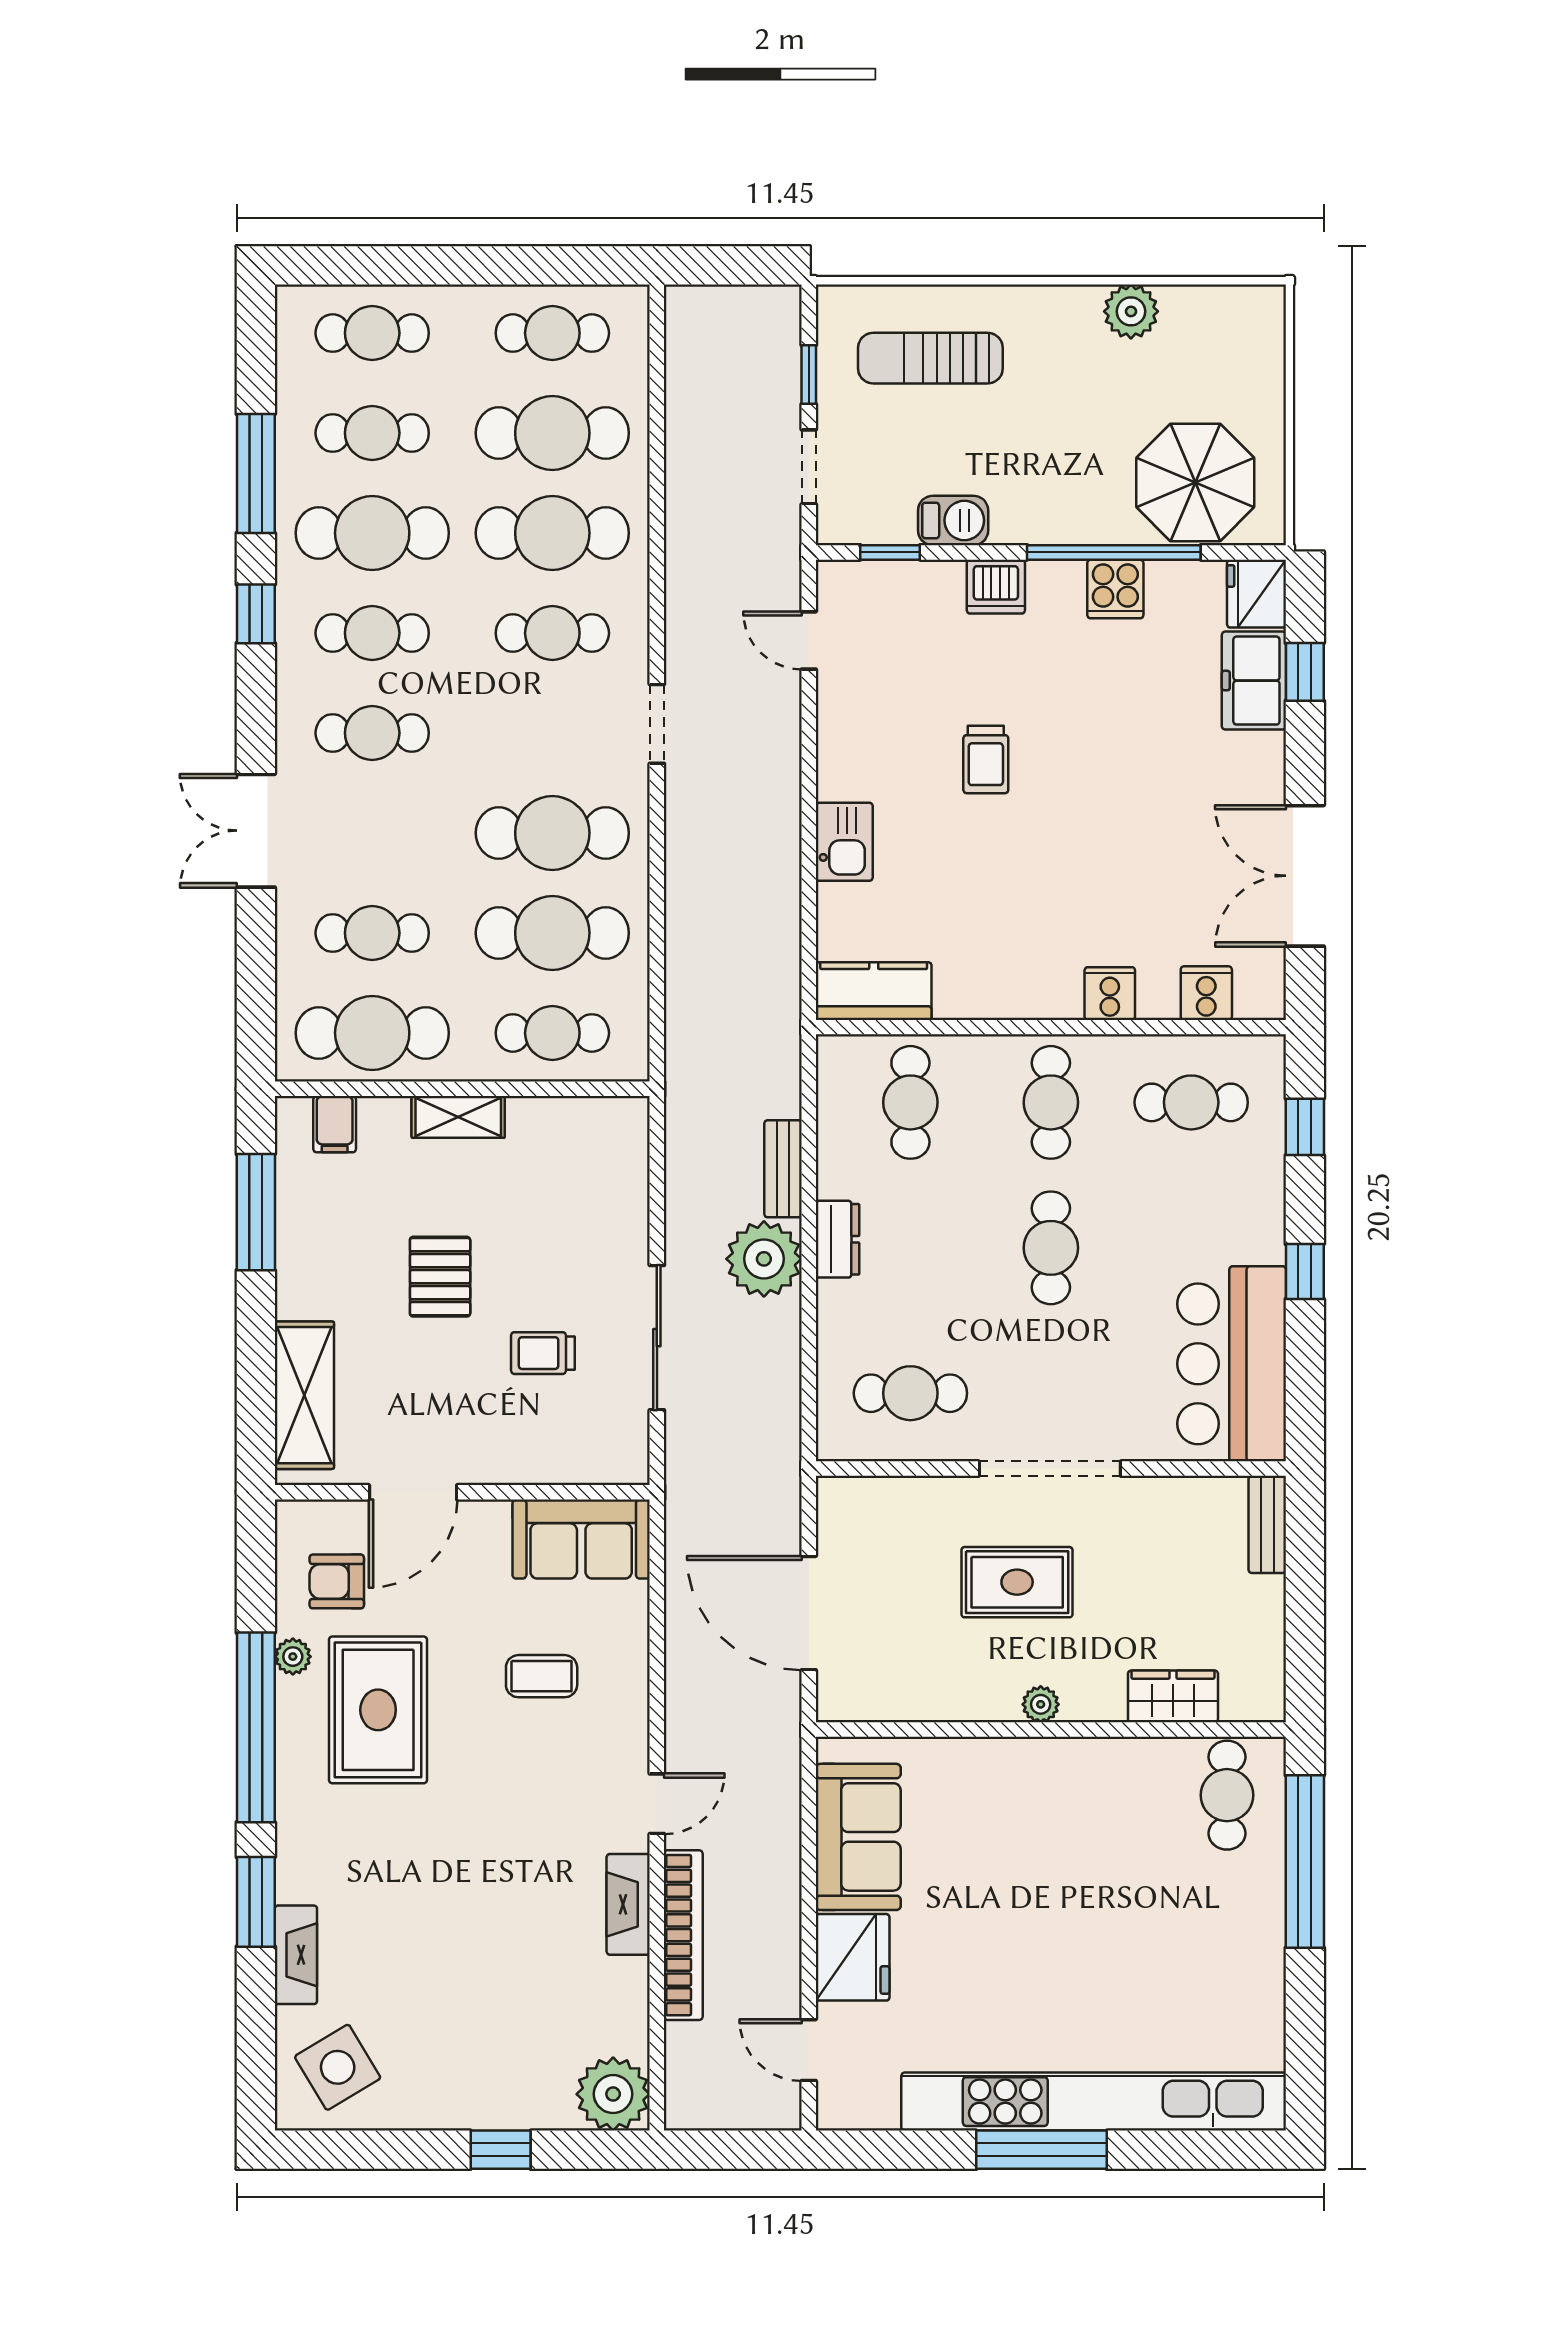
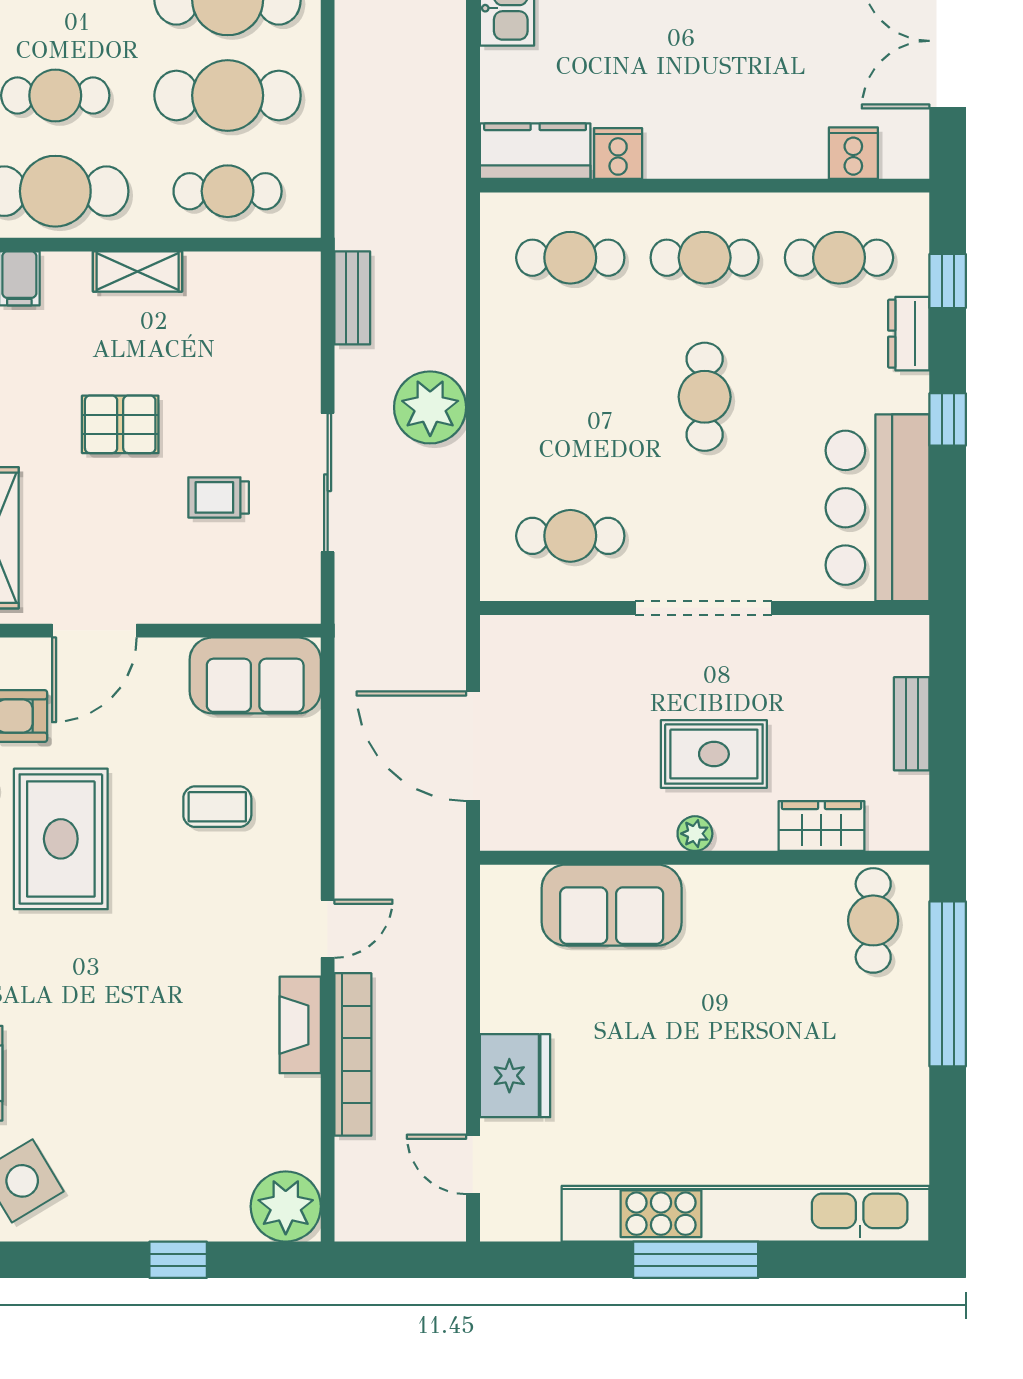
cooker: (1110, 994) -> (618, 153), moved
cafe table: (910, 1102) -> (570, 258), turned 90
cafe table: (1051, 1102) -> (705, 258), turned 90
bench: (783, 1169) -> (352, 298), moved
dresser: (838, 1239) -> (909, 334), moved, turned 180
pallet: (440, 1277) -> (120, 424), turned 90
bench: (1267, 1524) -> (912, 724), moved
rug: (1017, 1582) -> (714, 754), moved
sofa: (858, 1837) -> (612, 905), moved, turned 90

